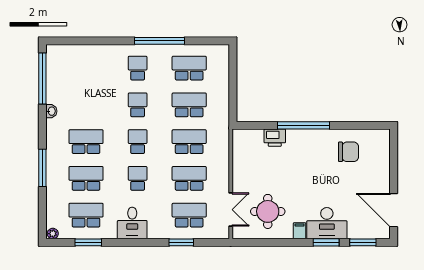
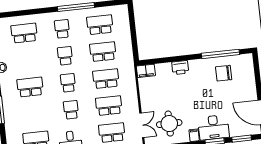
window: (303, 125) -> (220, 54), moved
filing cabinet: (244, 137) -> (146, 71), added
printer: (275, 138) -> (180, 68), moved
chair: (348, 152) -> (224, 73), turned 180
school desk: (86, 178) -> (24, 33), moved

